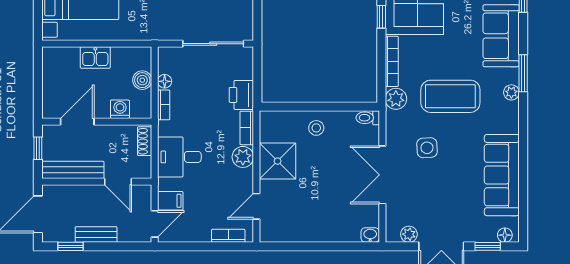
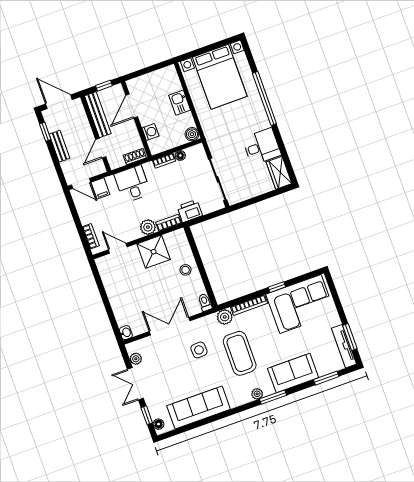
boiler: (142, 80) -> (192, 134), moved
door: (77, 122) -> (132, 106), swing flipped

